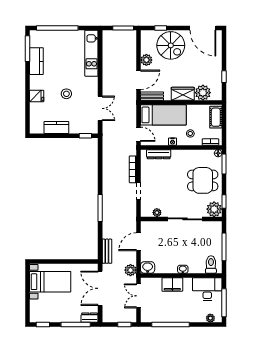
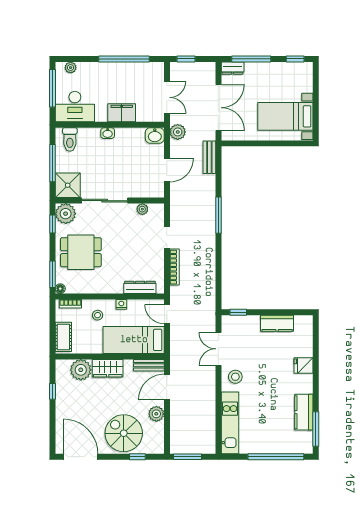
stool: (66, 94) -> (235, 377), moved
shower: (213, 230) -> (68, 185), added

